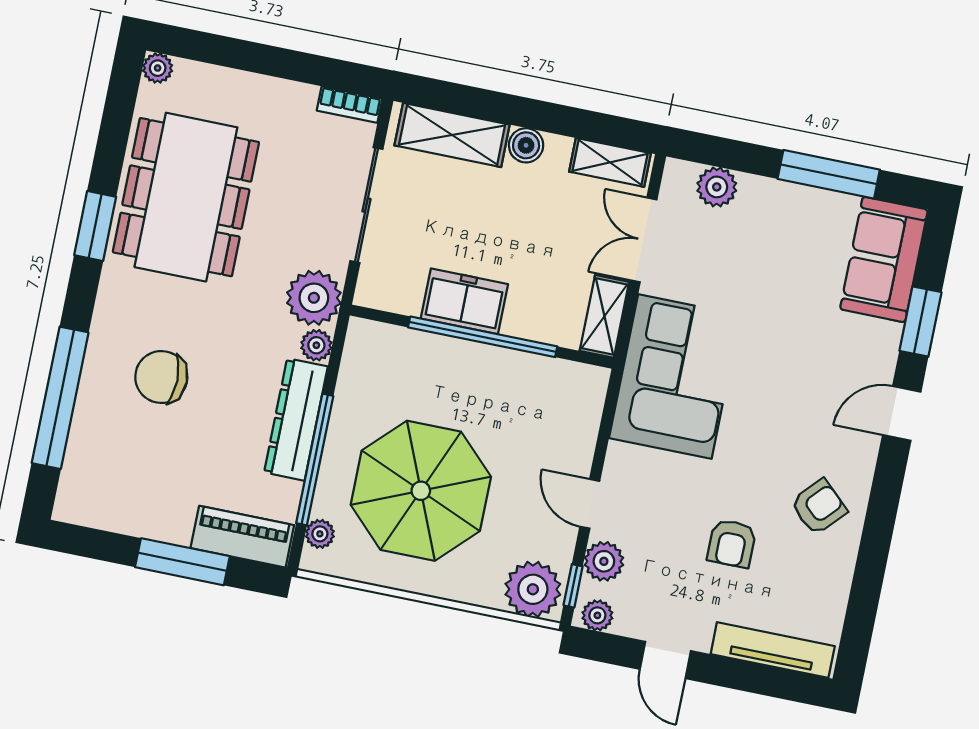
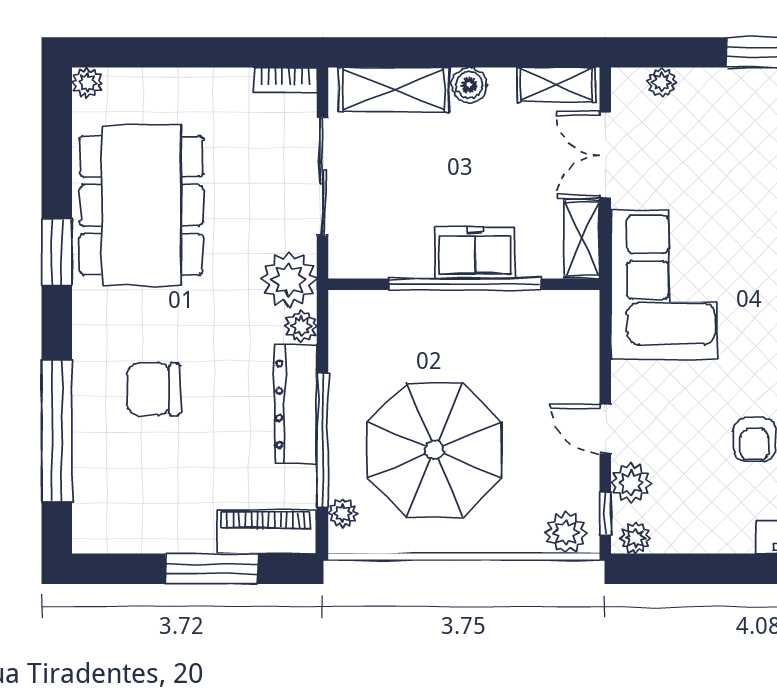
plant: (717, 187) -> (662, 82), width x0.73, depth x0.73
freezer: (464, 301) -> (475, 253), moved
plant: (533, 589) -> (566, 533), width x0.73, depth x0.73
door: (665, 660) -> (712, 569), removed

